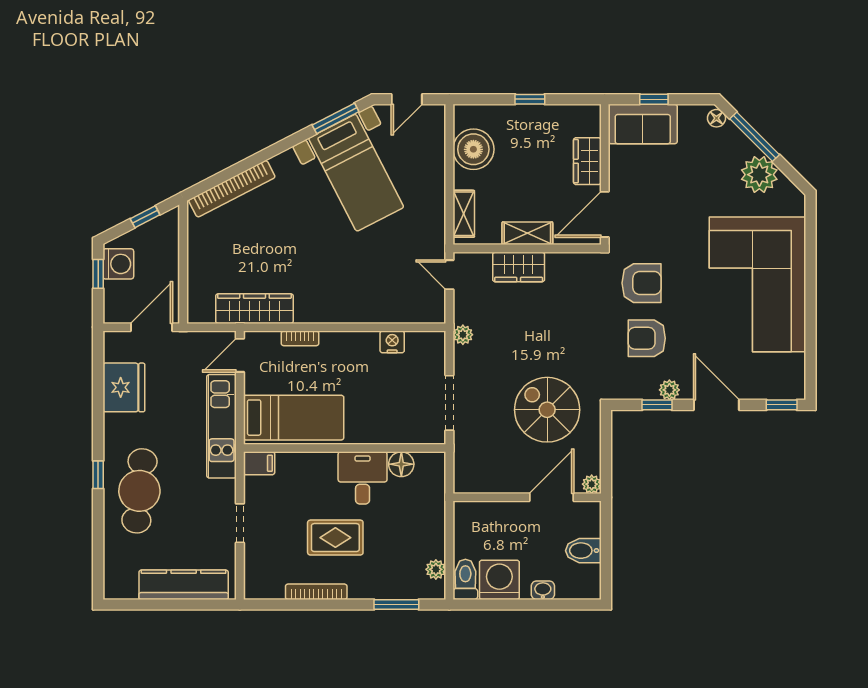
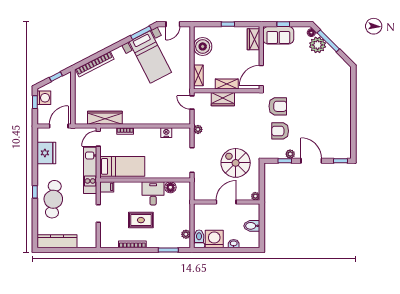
wardrobe: (587, 161) -> (254, 39), moved
plant: (759, 175) -> (318, 45), moved
corner sofa: (758, 284) -> (330, 107), removed
door: (552, 497) -> (226, 202), moved
kitchen counter: (184, 585) -> (57, 241), moved

